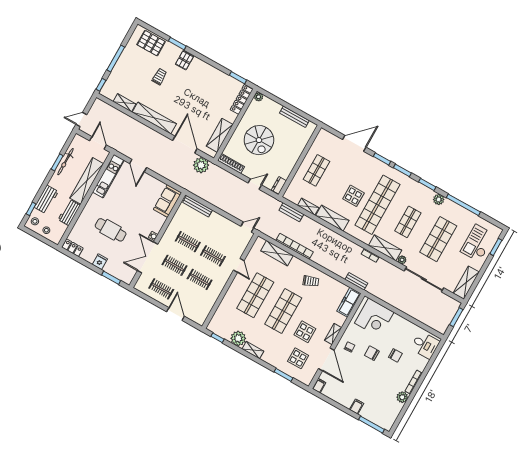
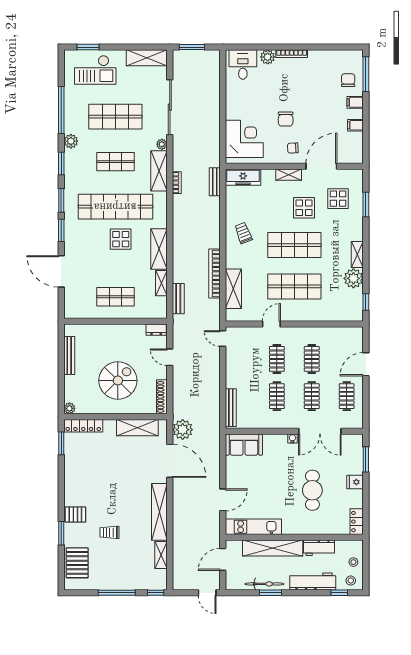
door: (185, 145) -> (170, 461), swing flipped
workbench: (46, 200) -> (313, 582), width x1.38
chair: (395, 355) -> (348, 80), moved
filing cabinet: (319, 386) -> (355, 125), moved
plant: (402, 397) -> (268, 57), moved

